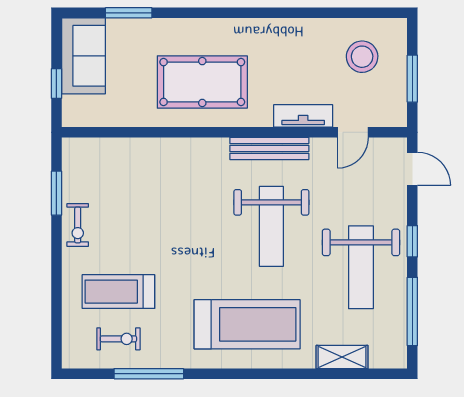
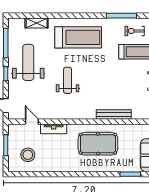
door: (353, 132) -> (32, 122), hinge flipped
bench: (269, 148) -> (114, 115), moved
weight bench: (271, 226) -> (68, 80), width x0.73, depth x0.75
treadmill: (247, 324) -> (78, 37), turned 180

